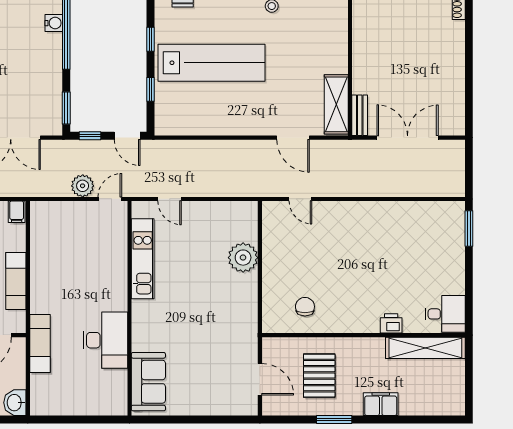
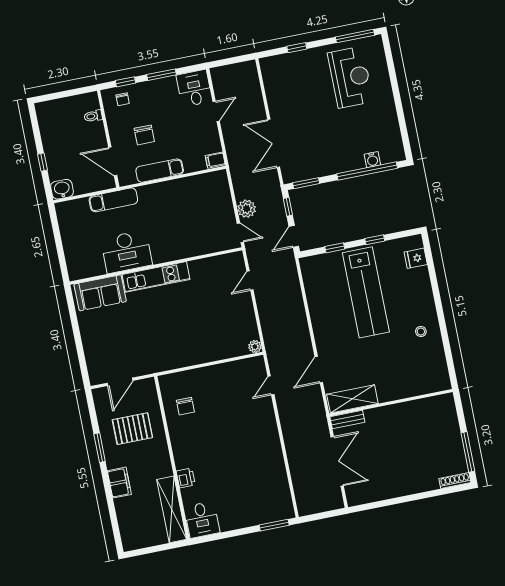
plant: (243, 258) -> (255, 347), moved, width x0.53, depth x0.53
kitchen unit: (143, 259) -> (156, 277), moved
chair: (305, 307) -> (185, 406), turned 90

